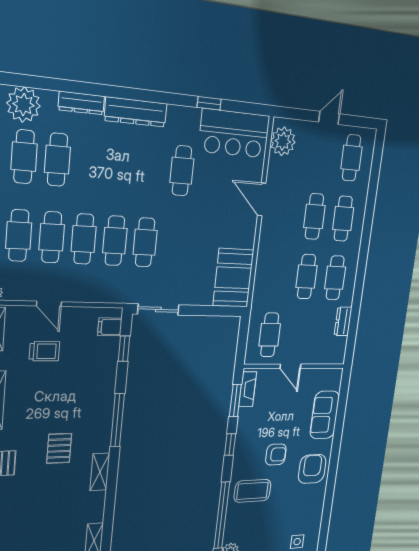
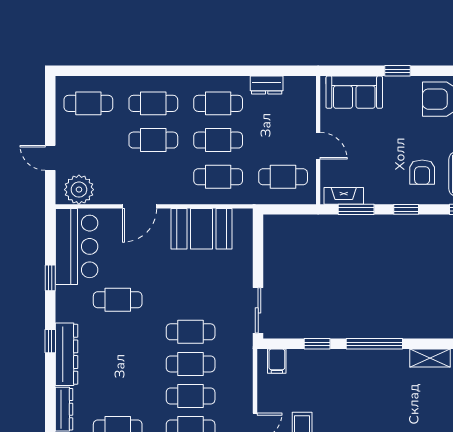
window: (150, 96) -> (50, 341), added
door: (329, 118) -> (50, 158), moved
cafe table: (277, 275) -> (218, 177), added
booth: (233, 278) -> (202, 229), moved
window: (124, 349) -> (317, 344), moved
door: (290, 366) -> (318, 146), hinge flipped
sofa: (325, 415) -> (354, 92), moved
window: (338, 433) -> (397, 71), added
pallet: (59, 448) -> (403, 404), removed
armchair: (276, 454) -> (422, 172), moved, turned 180

